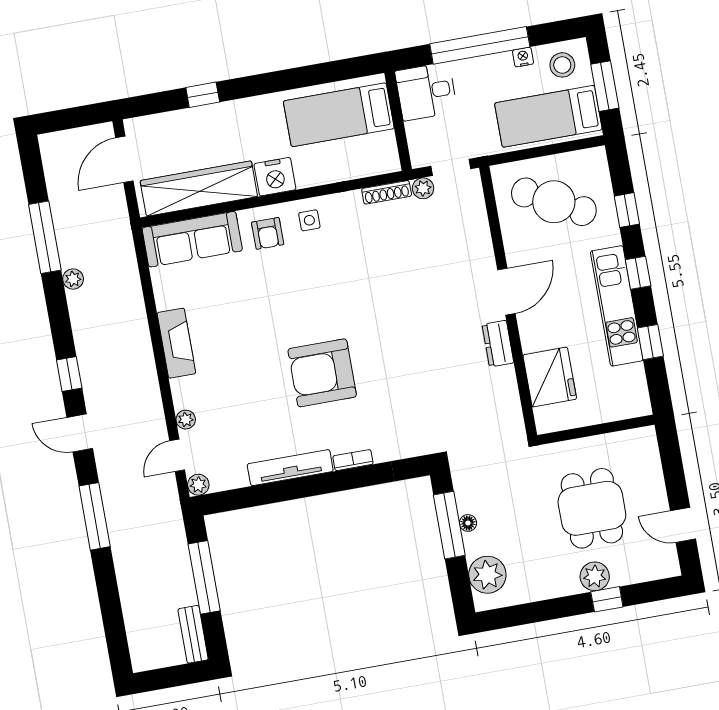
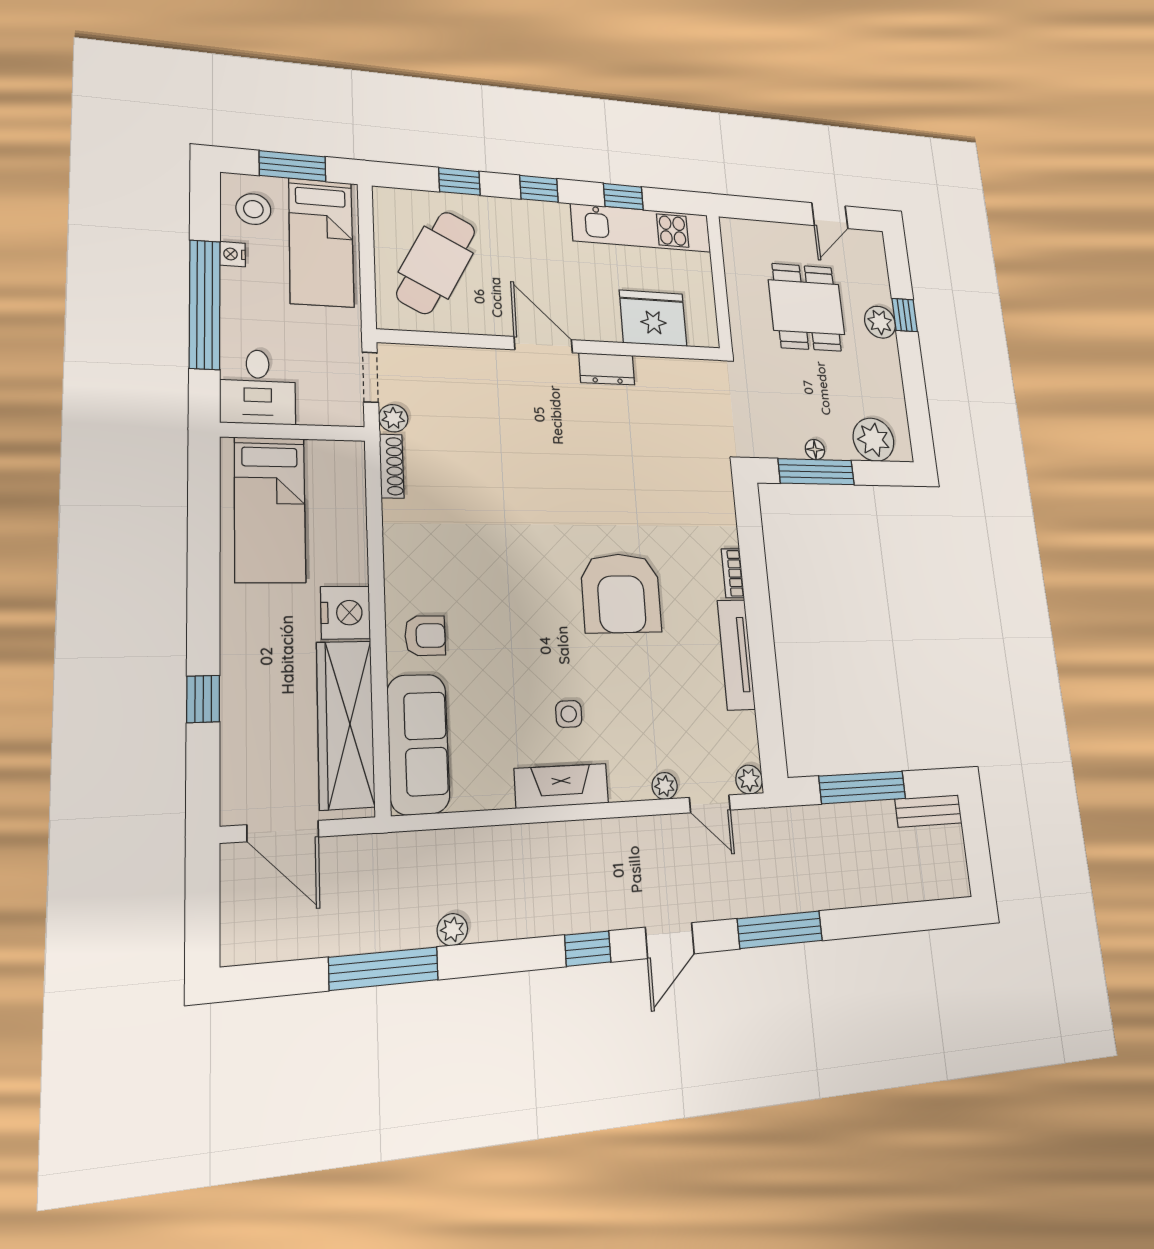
side table: (309, 220) -> (569, 714), moved
kitchen unit: (617, 306) -> (641, 228), moved
dining table: (592, 508) -> (807, 307), turned 90

